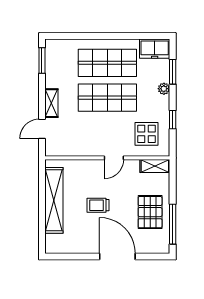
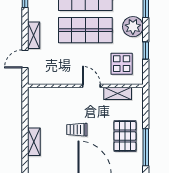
plant: (164, 89) -> (133, 27), width x1.87, depth x1.87
door: (114, 158) -> (91, 86), swing flipped
shelving: (155, 166) -> (118, 93), moved
shelving: (54, 200) -> (34, 142), width x0.45, depth x0.75

